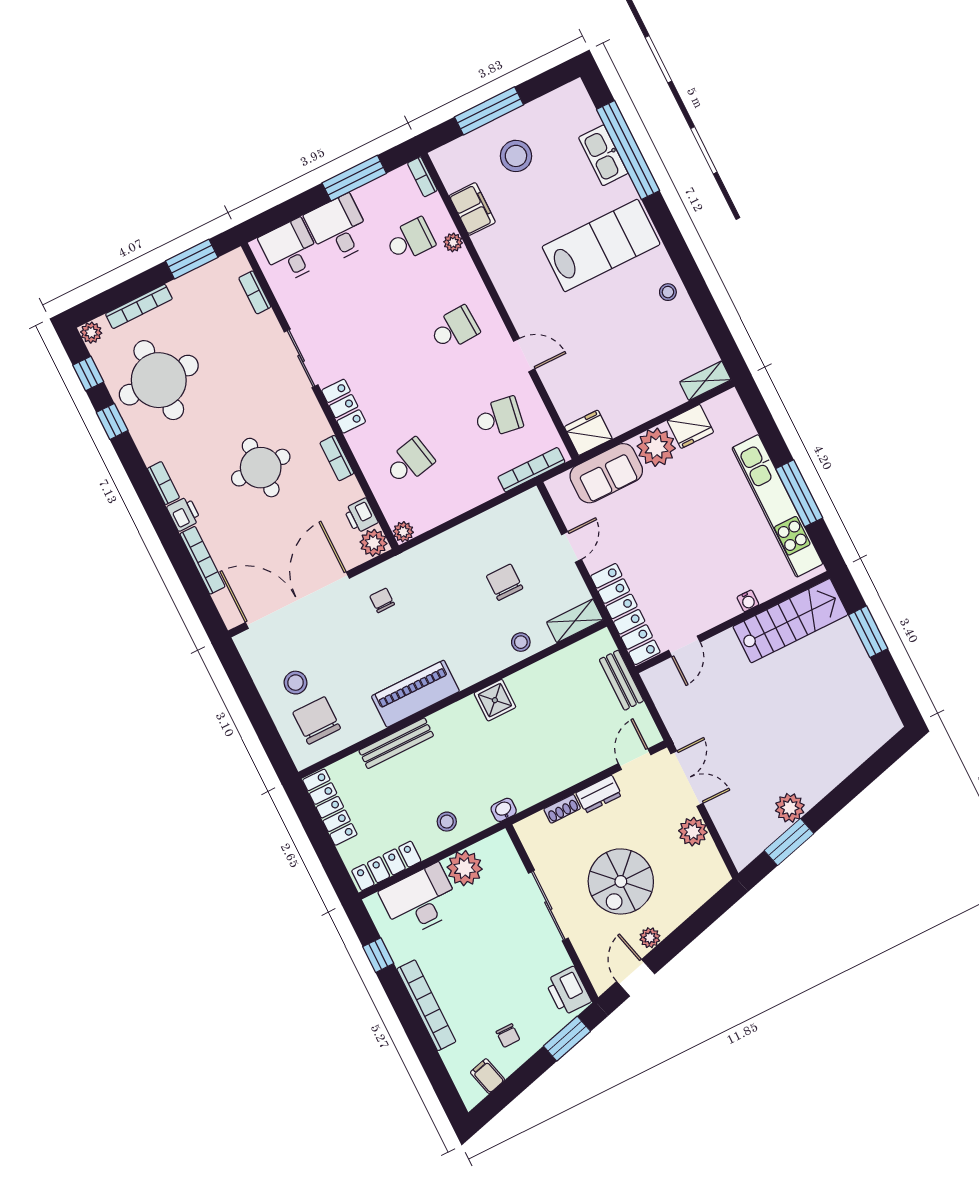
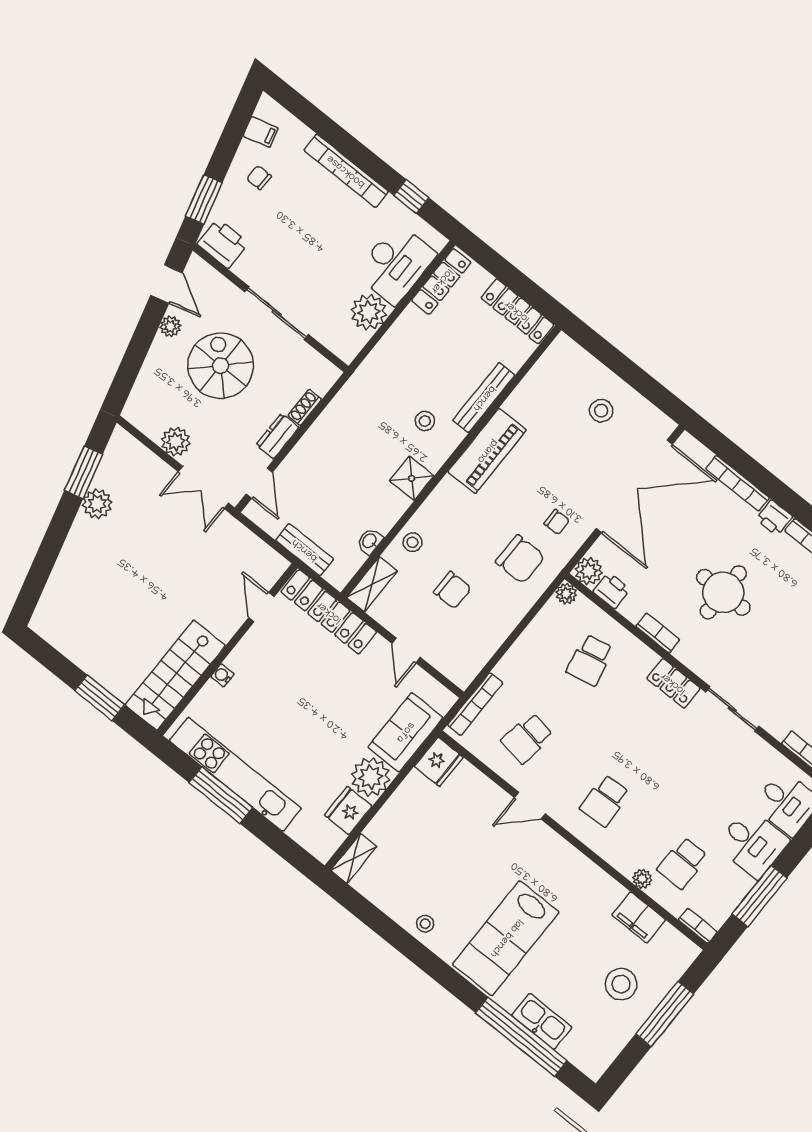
chair: (317, 720) -> (520, 559), moved
washbasin: (504, 810) -> (370, 541), moved, turned 180
stool: (447, 822) -> (425, 421), moved

